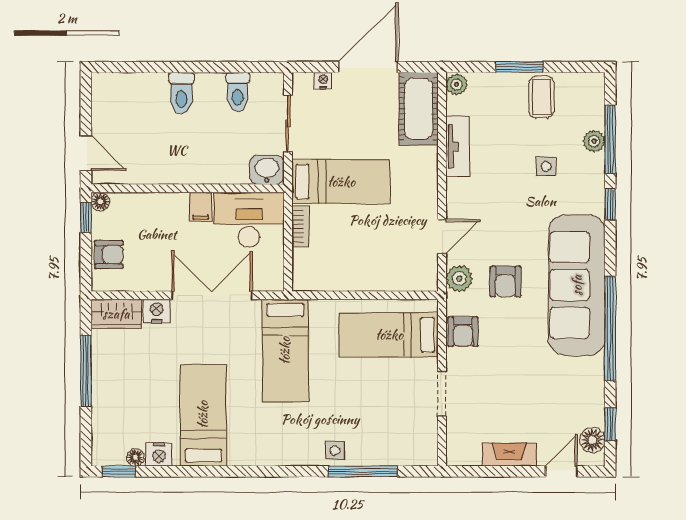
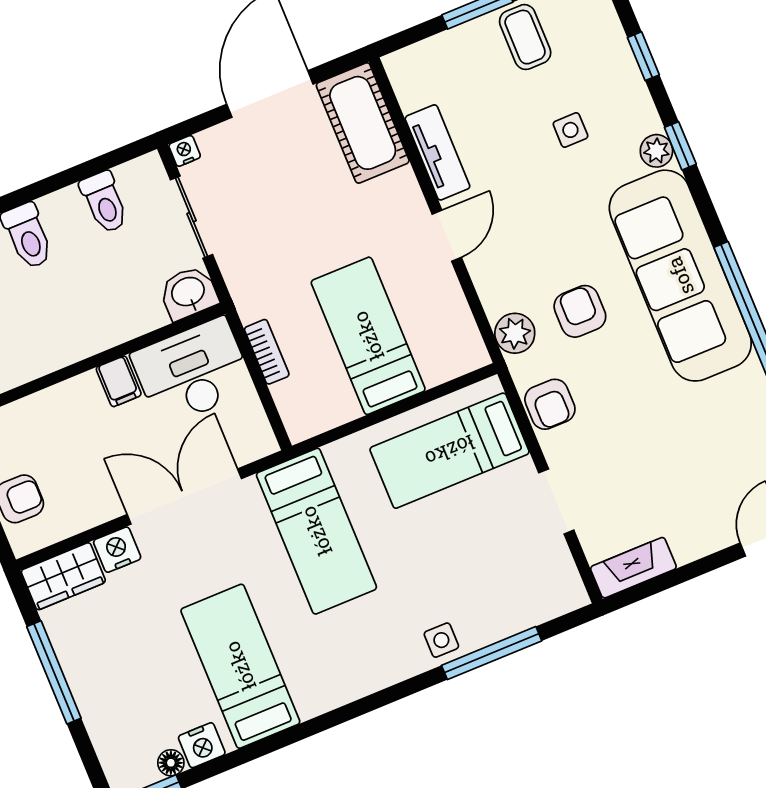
nightstand: (323, 81) -> (185, 151), moved
plant: (457, 84) -> (401, 68), removed
window: (610, 139) -> (643, 56), width x0.46
plant: (594, 141) -> (656, 151), moved
bed: (341, 182) -> (368, 336), moved, turned -90
door: (442, 236) -> (447, 236), moved
armchair: (505, 282) -> (580, 311), turned 180
fireplace: (509, 455) -> (633, 568), moved

